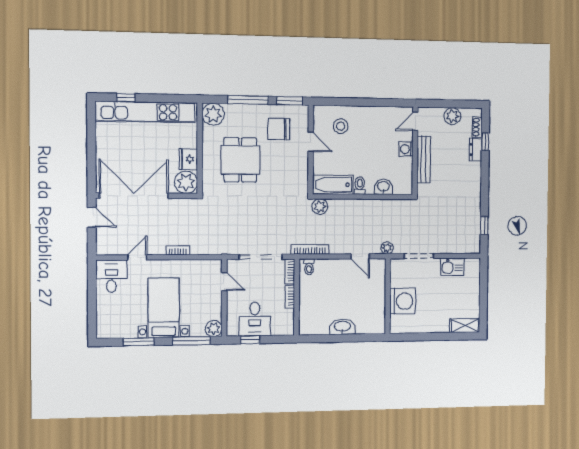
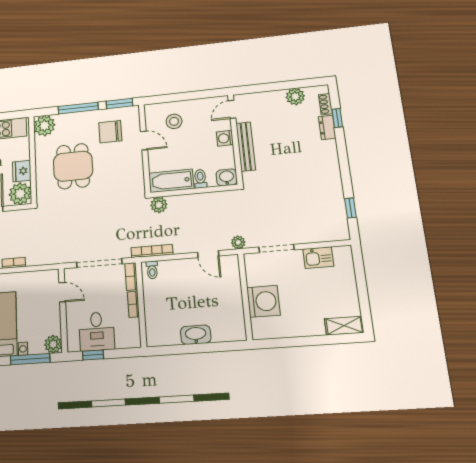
door: (415, 121) -> (232, 109), moved
washing machine: (406, 149) -> (225, 138), moved
wall: (415, 151) -> (235, 139), moved
bench: (424, 159) -> (246, 147), moved

